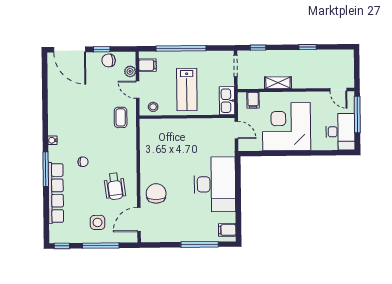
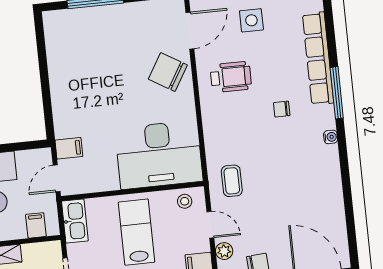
door: (236, 130) -> (57, 178), hinge flipped
desk: (215, 184) -> (159, 155), moved, turned -90
wheelchair: (115, 186) -> (231, 77), turned 97
chair: (156, 193) -> (168, 72), turned 121
filing cabinet: (227, 230) -> (69, 148), moved

